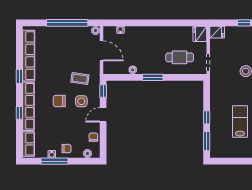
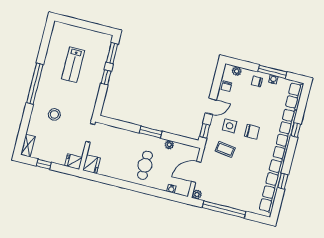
door: (102, 51) -> (196, 172), hinge flipped
cafe table: (180, 57) -> (145, 165), moved, turned 90
window: (19, 76) -> (283, 181), moved

